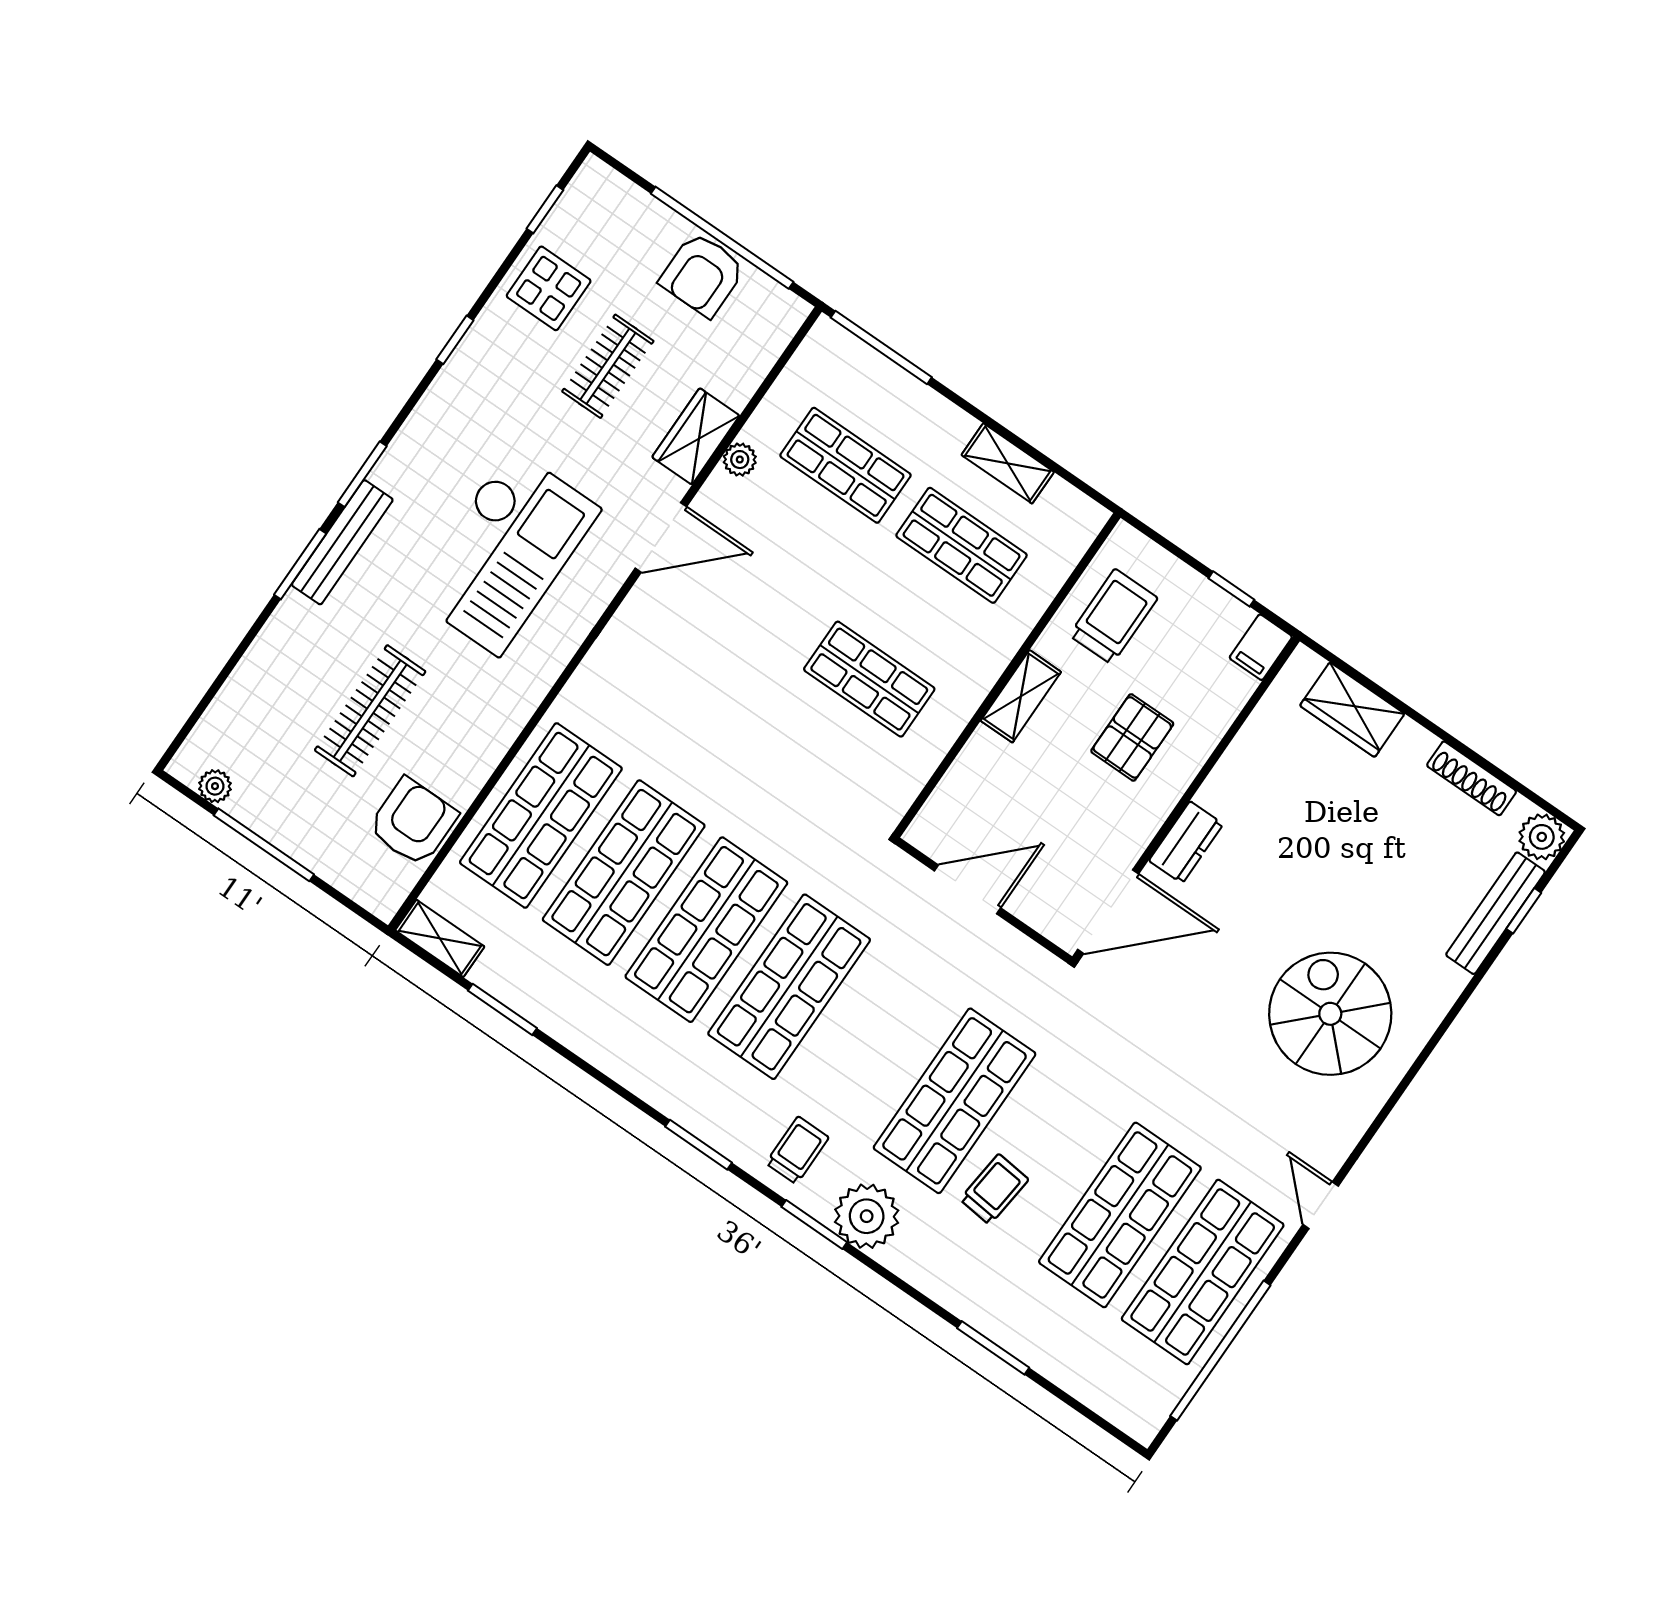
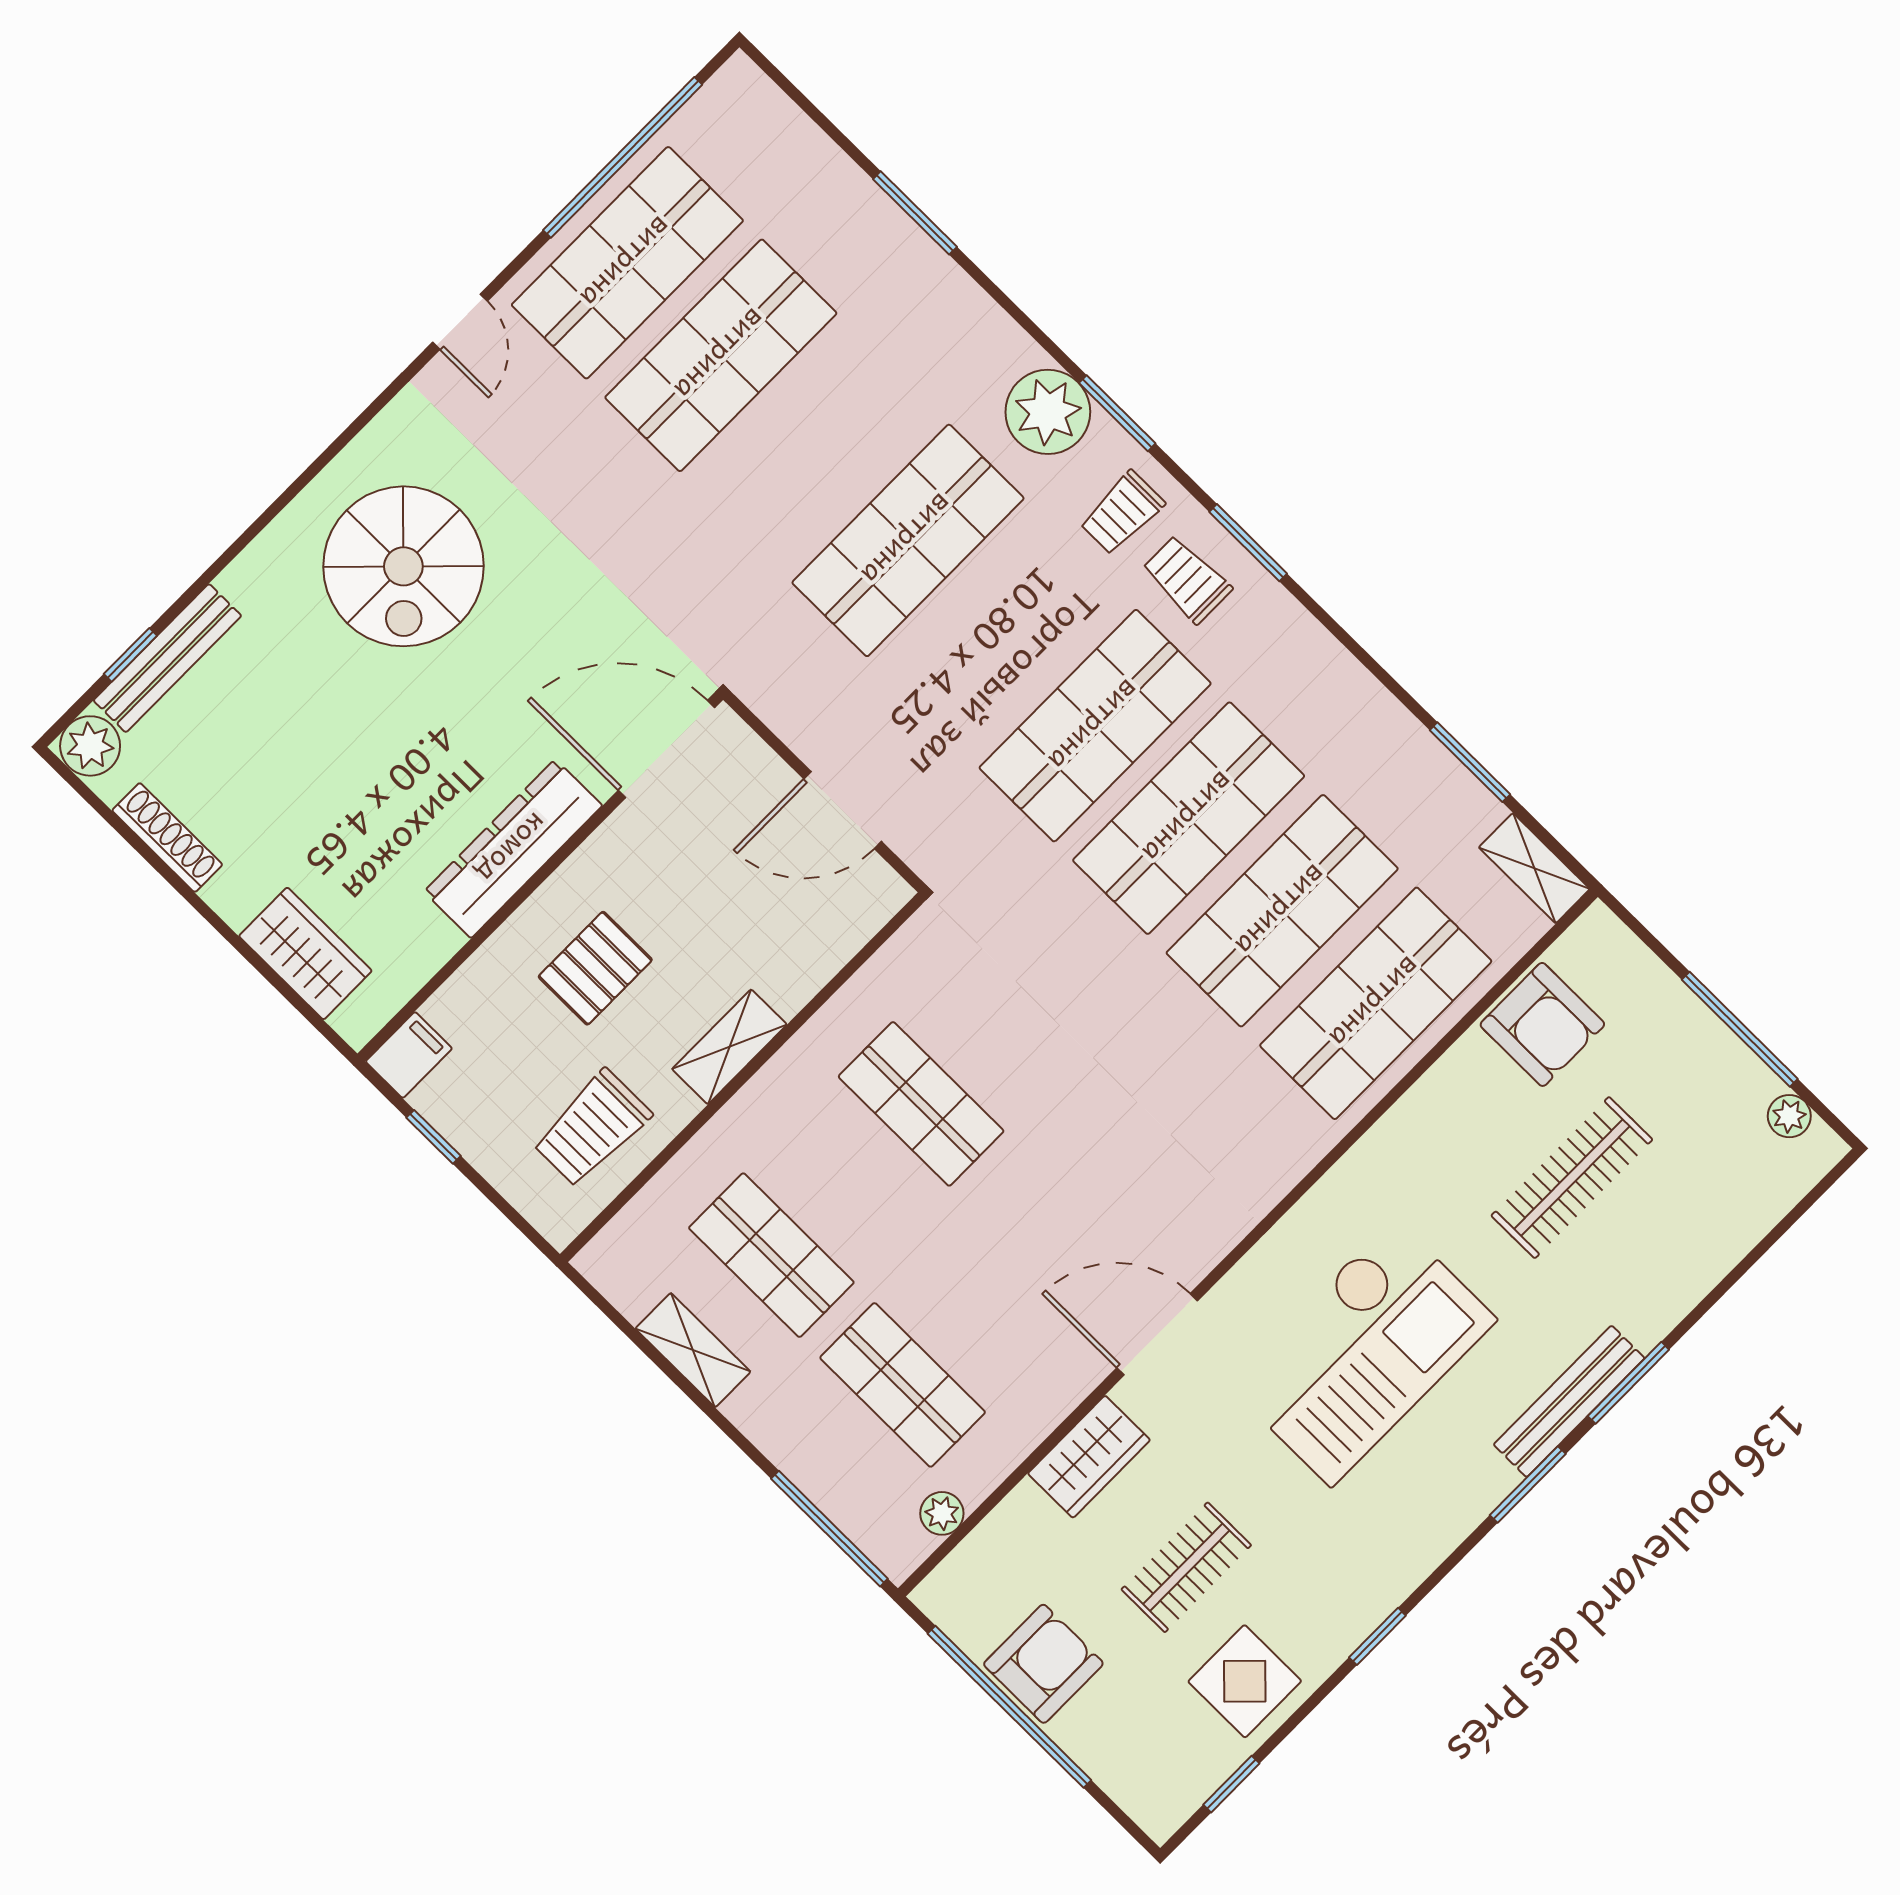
plant: (740, 460) -> (942, 1513), moved
checkout: (504, 552) -> (1362, 1352), turned 180
armchair: (413, 822) -> (1542, 1024), turned -90
dresser: (1186, 842) -> (513, 849), width x1.96, depth x1.24
trolley: (994, 1189) -> (1187, 579), moved, turned 84

